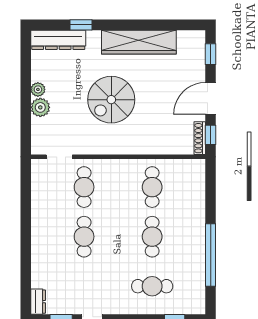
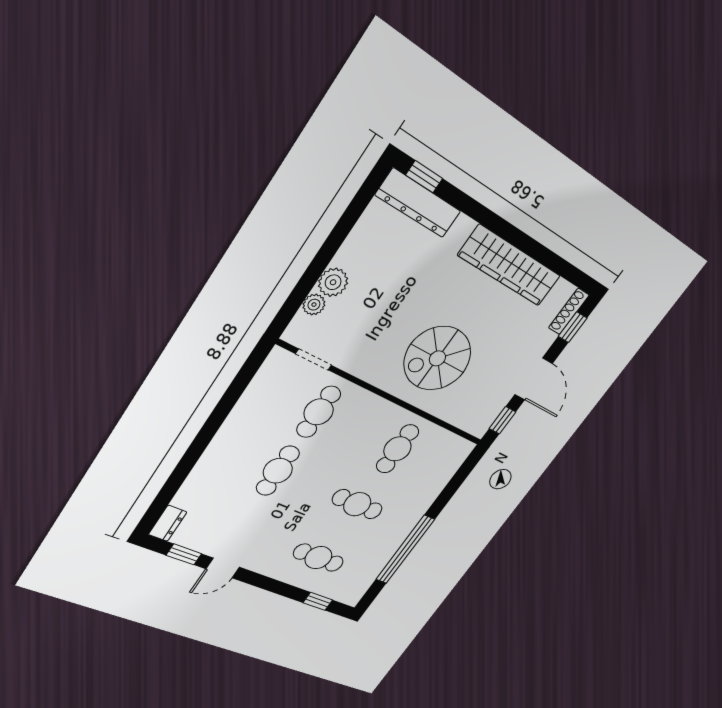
window: (81, 25) -> (424, 177), moved
plant: (38, 89) -> (314, 305), moved
door: (211, 99) -> (534, 379), swing flipped
spiral stairs: (111, 100) -> (437, 358), moved
shoe rack: (200, 138) -> (569, 311), moved
cafe table: (152, 237) -> (357, 504), turned 90

